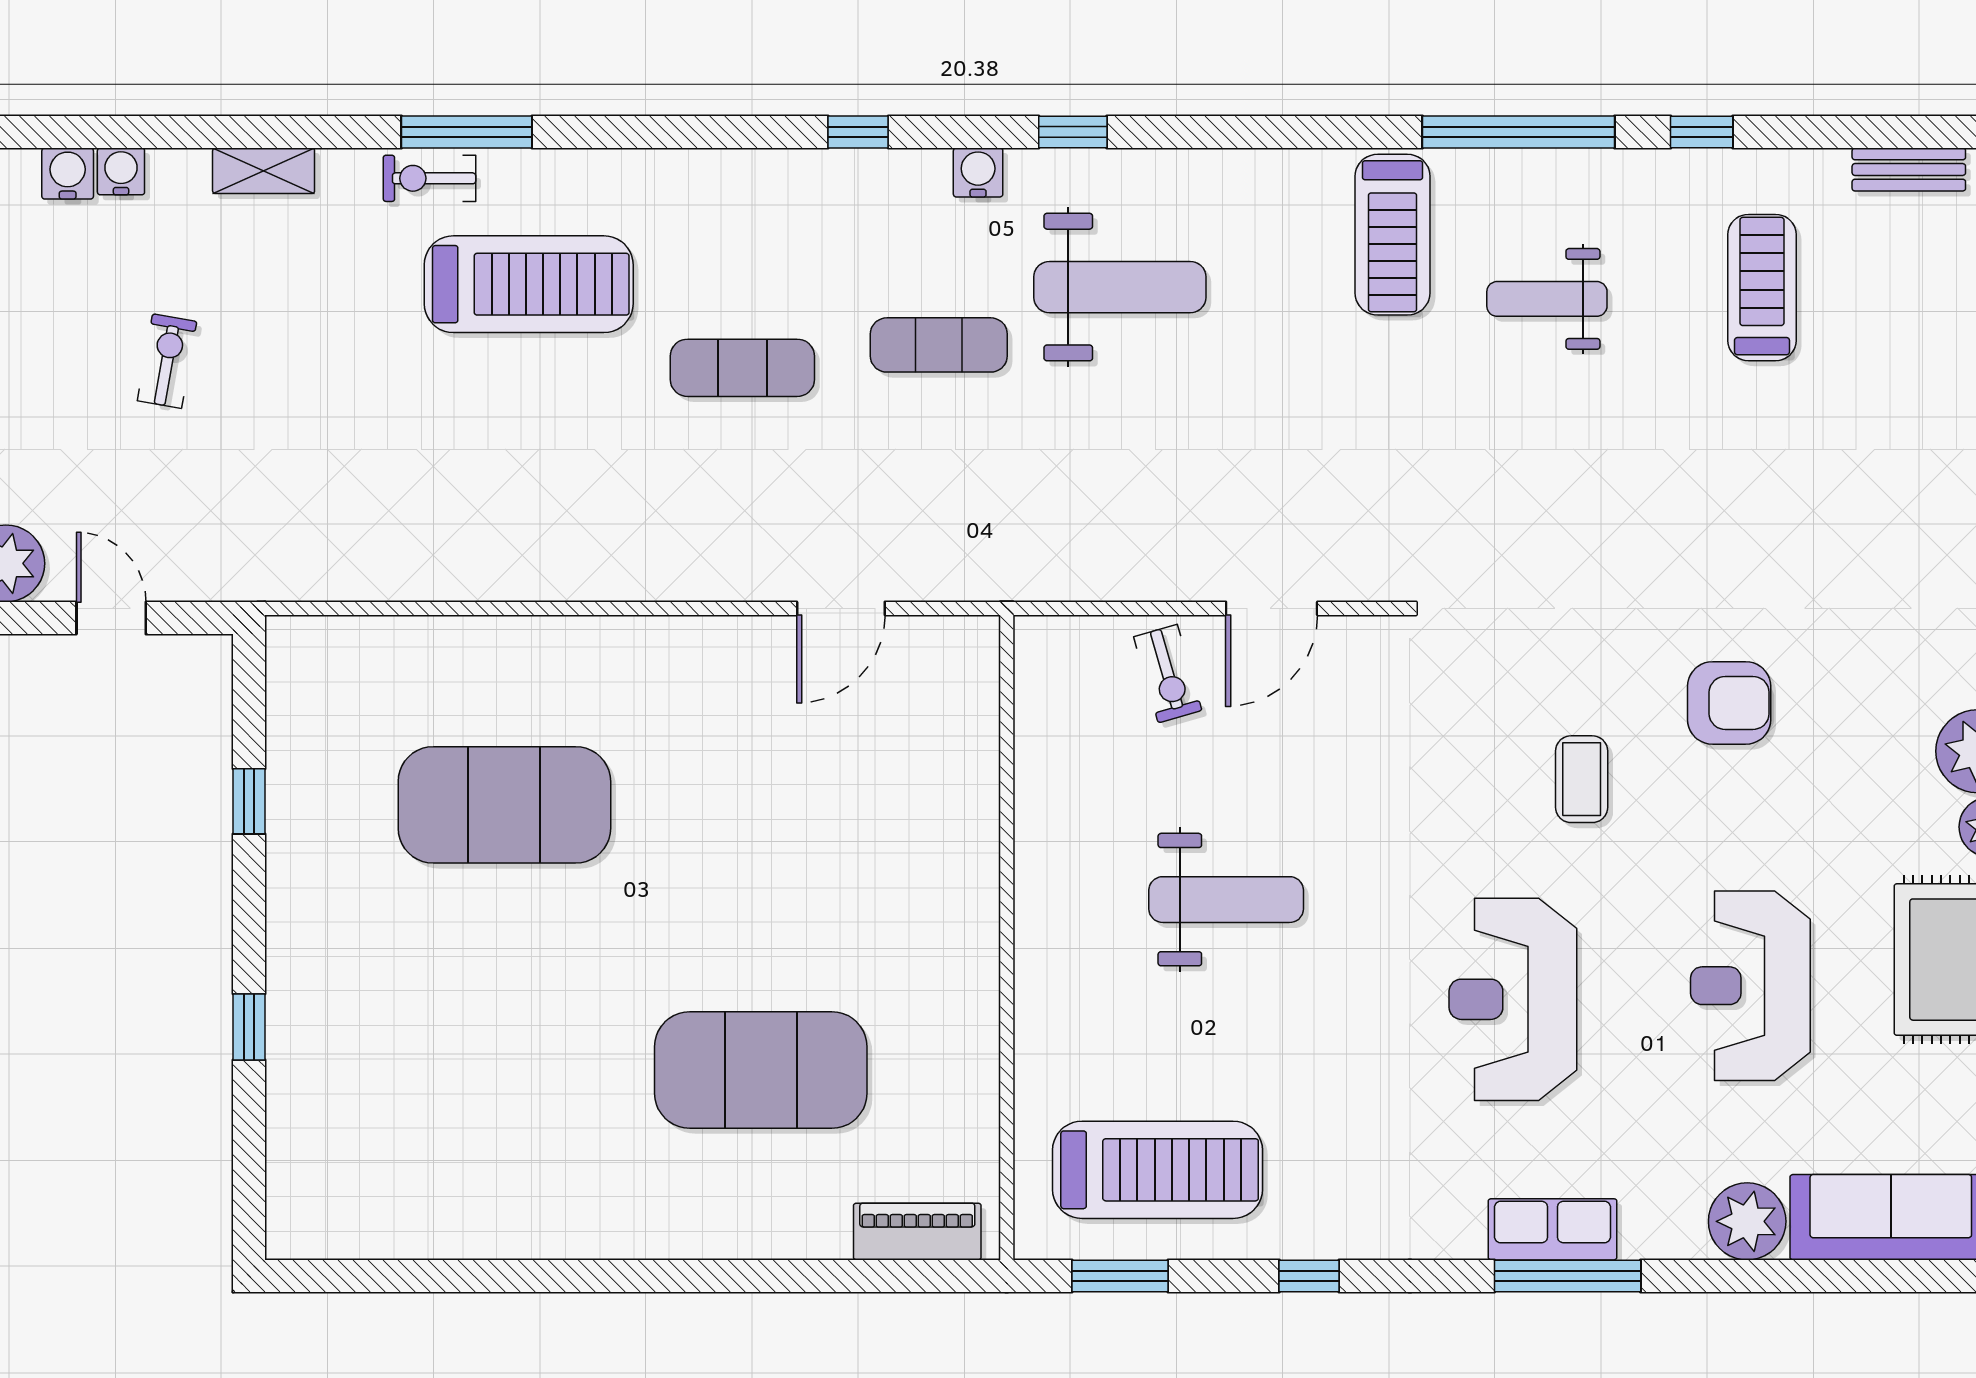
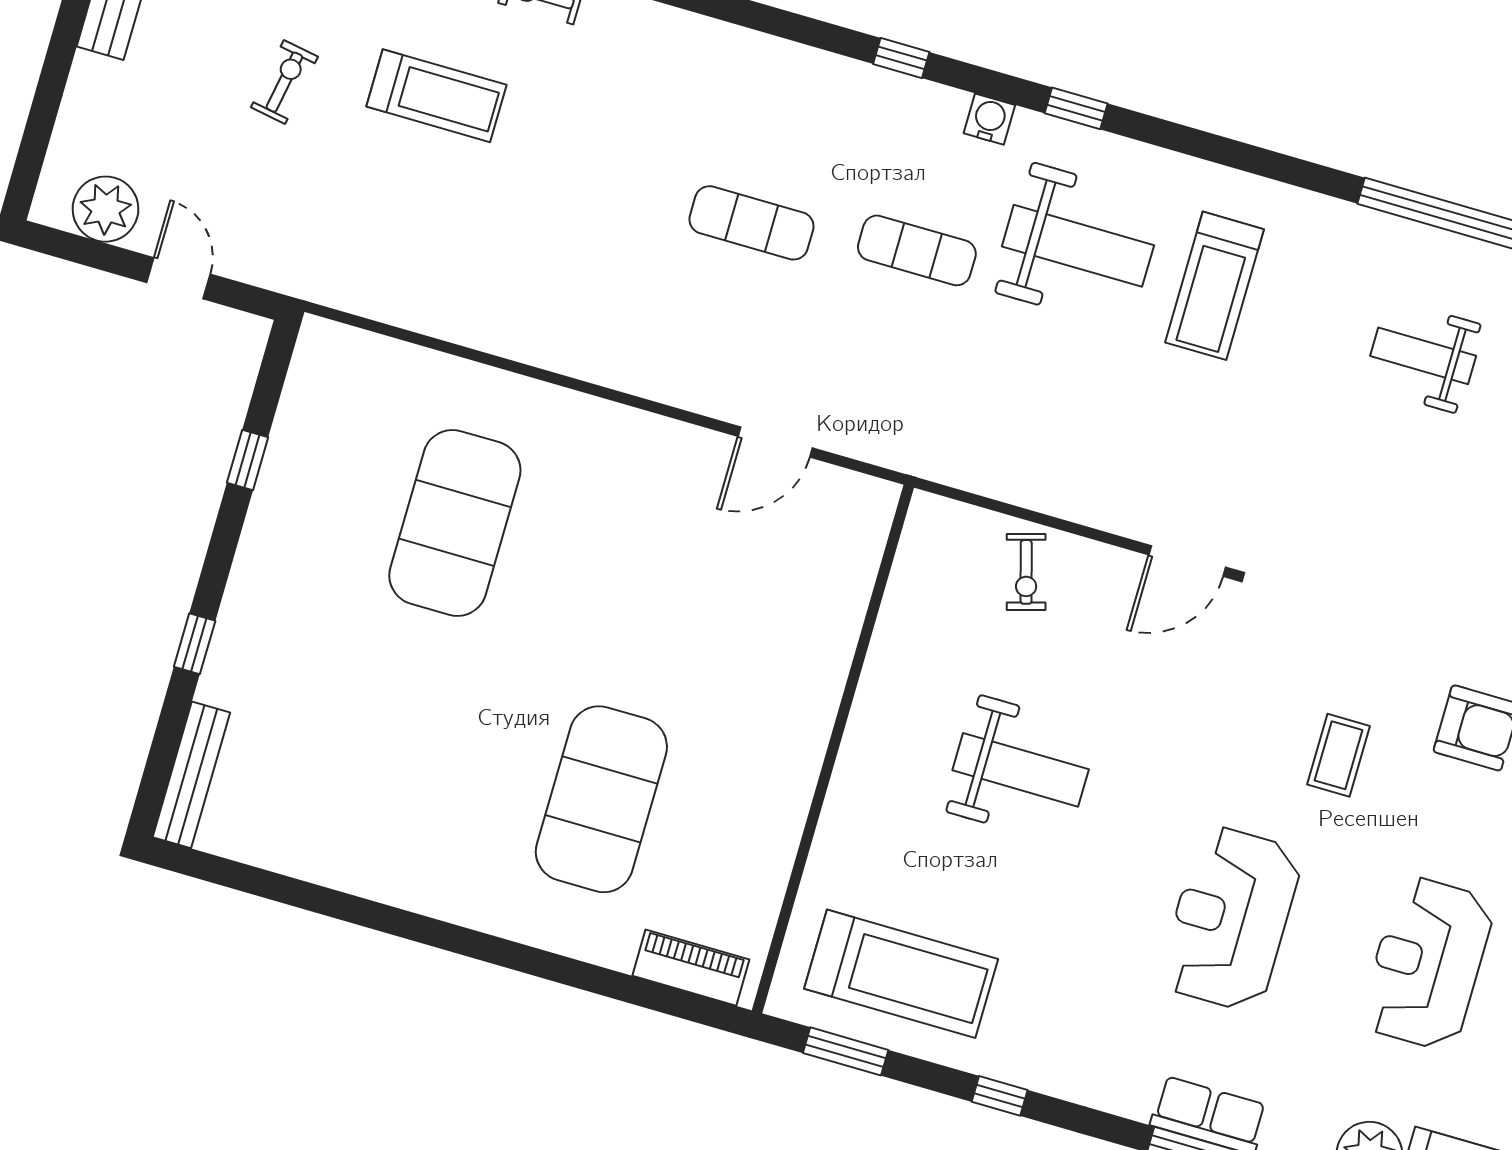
treadmill: (1393, 235) -> (1215, 286), moved
treadmill: (529, 284) -> (436, 96), moved, width x0.73, depth x0.73
door: (1272, 608) -> (1187, 561), moved
exercise mat: (504, 805) -> (455, 523), turned 90
exercise mat: (761, 1070) -> (601, 799), turned 90
bench: (288, 1177) -> (191, 775), added

